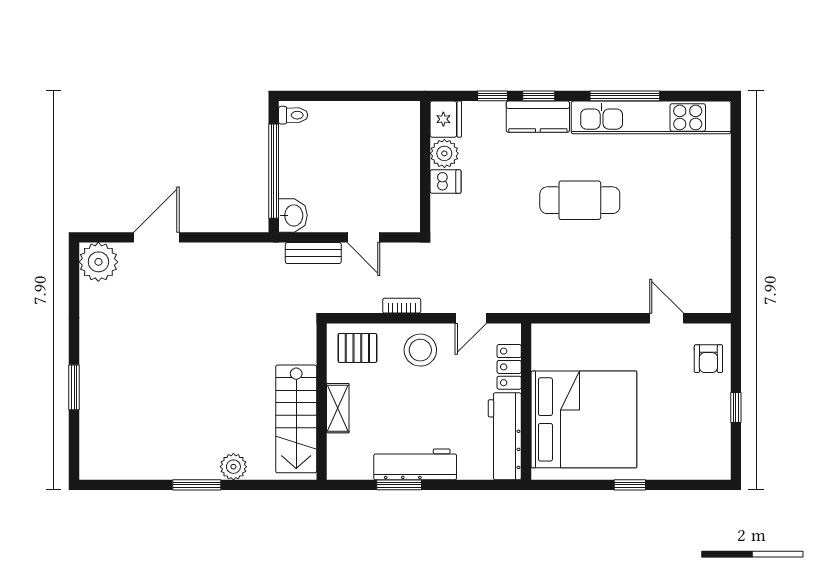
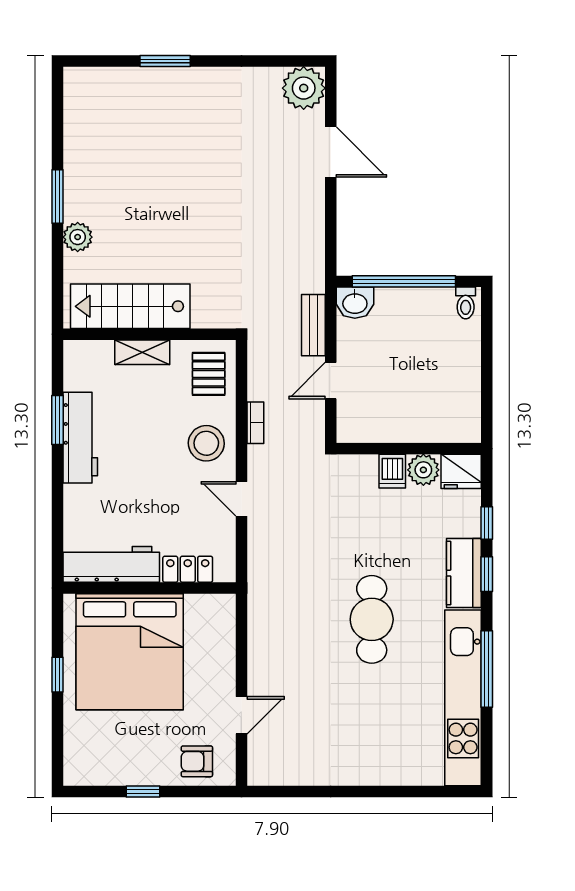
locker: (509, 367) -> (188, 569), moved
wall: (526, 402) -> (149, 588), moved
bed: (584, 419) -> (130, 652), moved
workbench: (505, 436) -> (111, 564), moved

